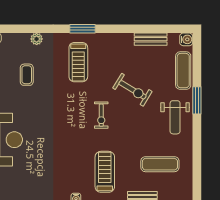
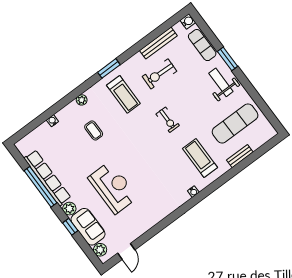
bench: (151, 39) -> (158, 43), width x1.36
exercise bike: (132, 90) -> (159, 74), moved, turned 151
weight bench: (175, 117) -> (221, 82), turned 180
exercise mat: (160, 164) -> (235, 124), width x1.36, depth x1.45

